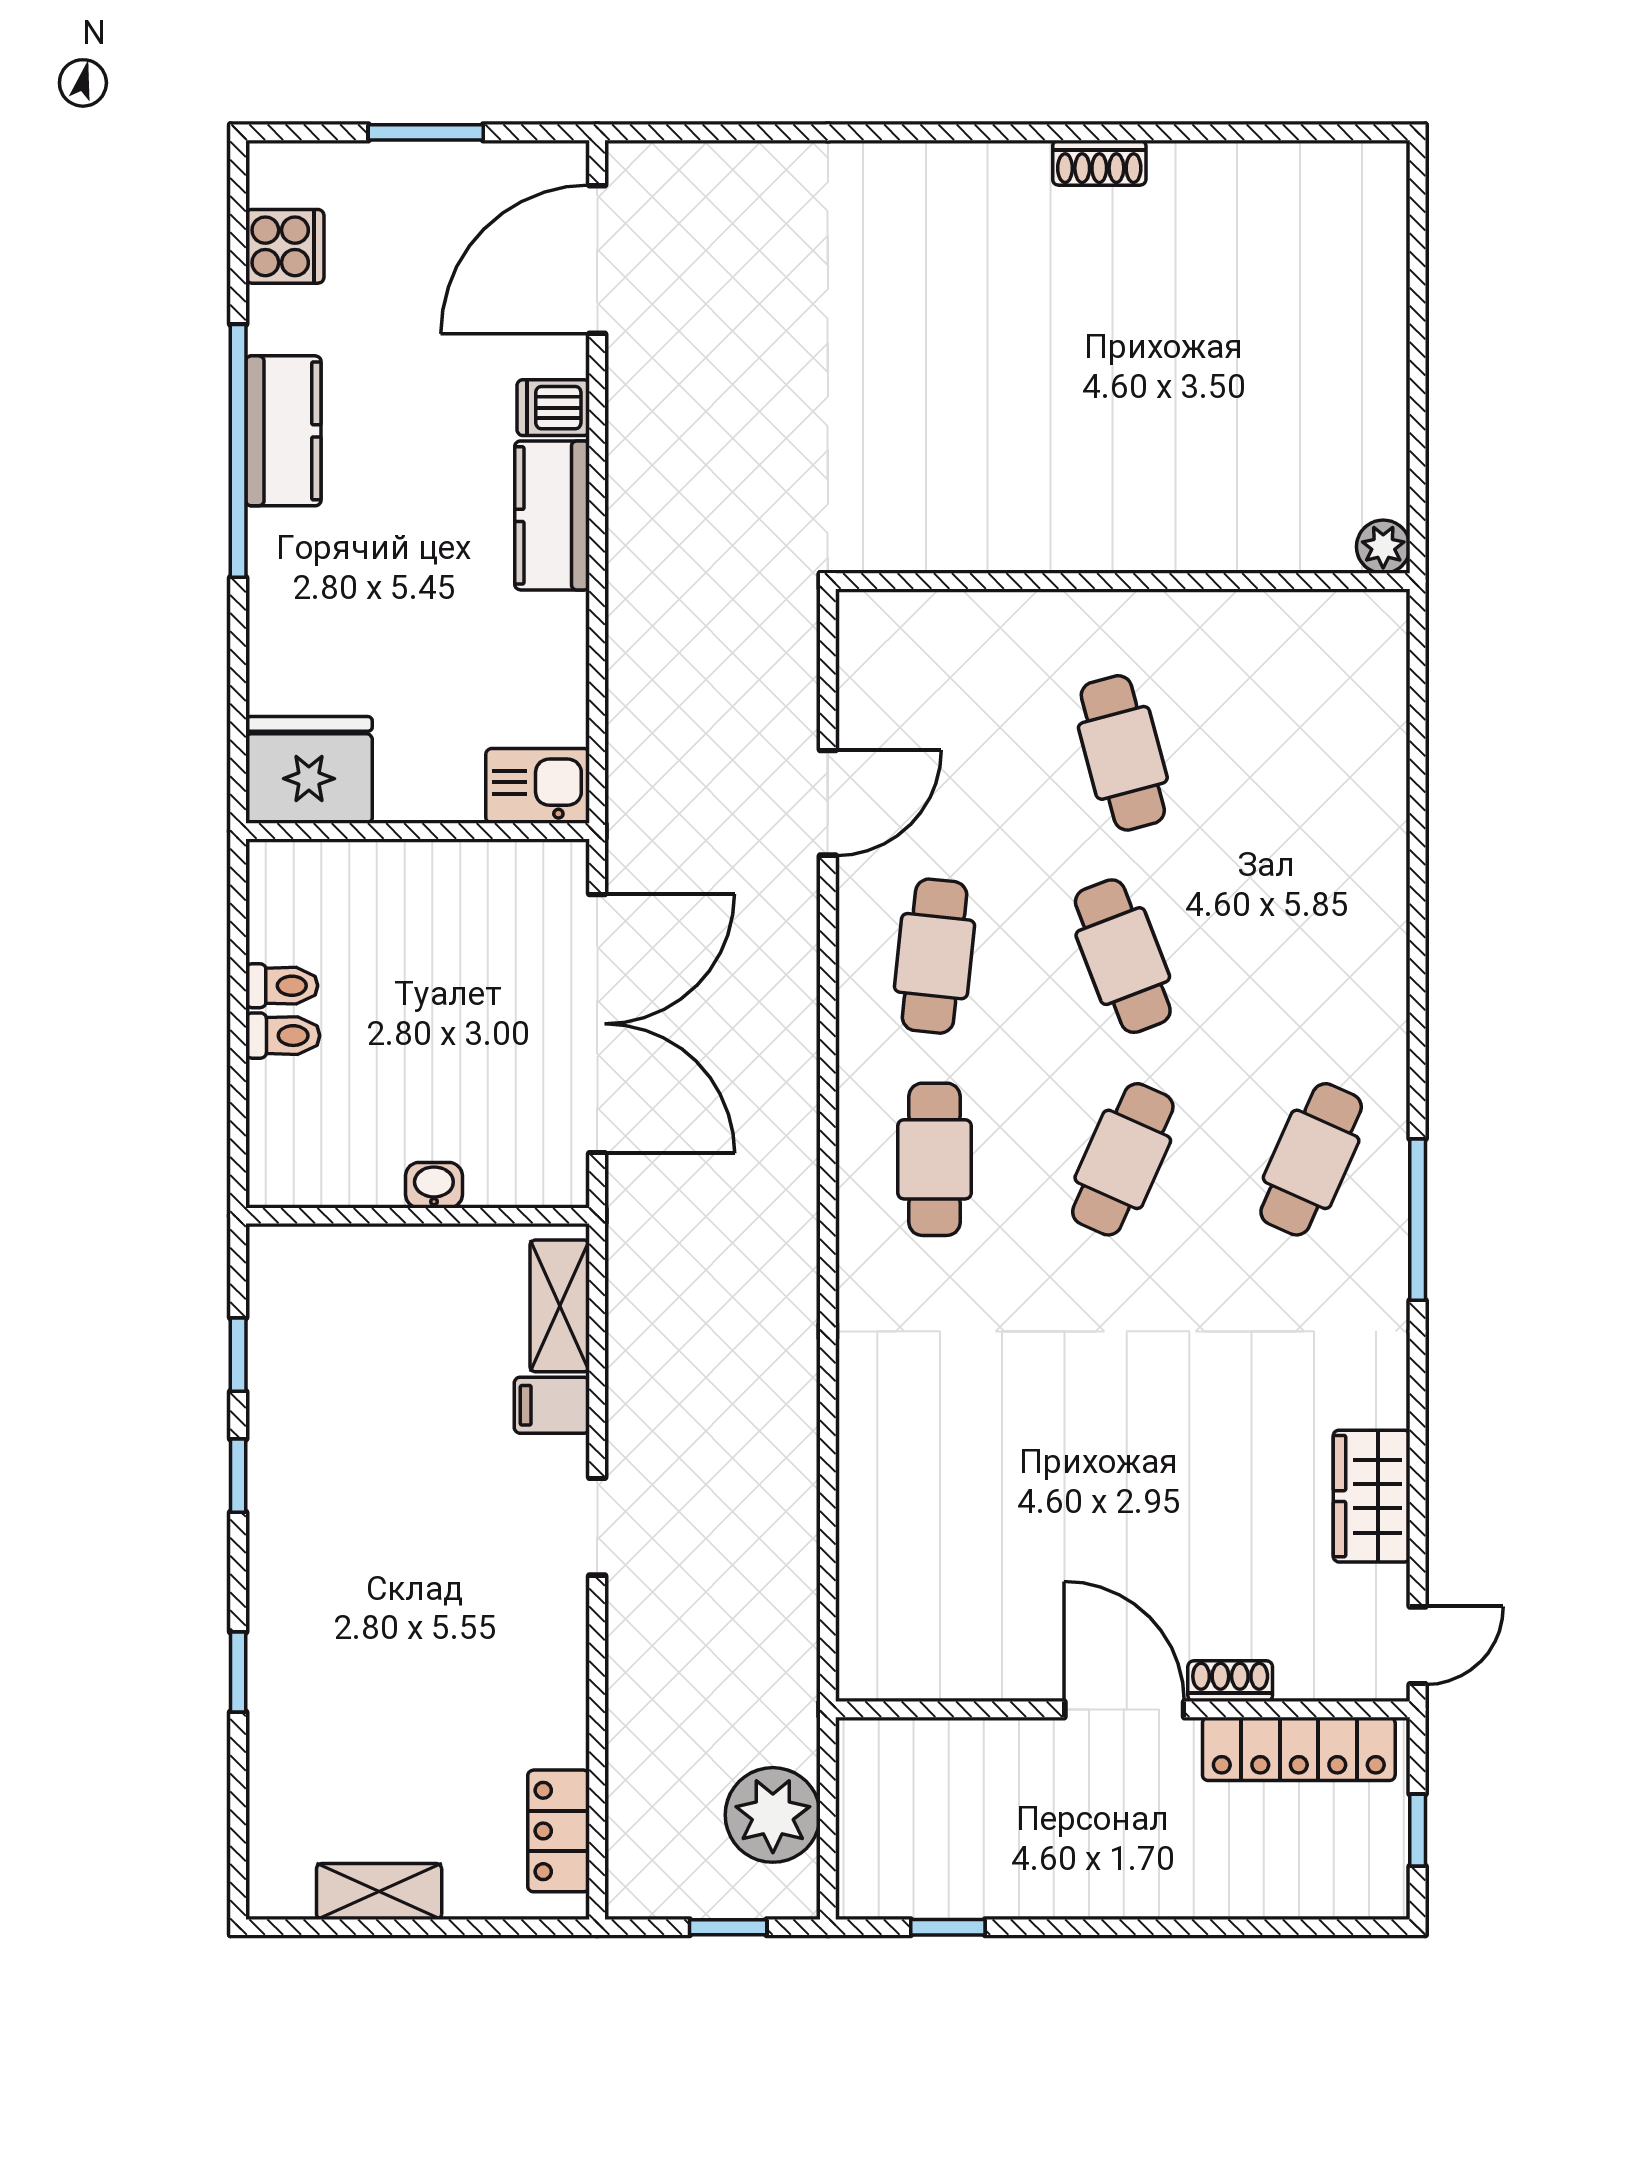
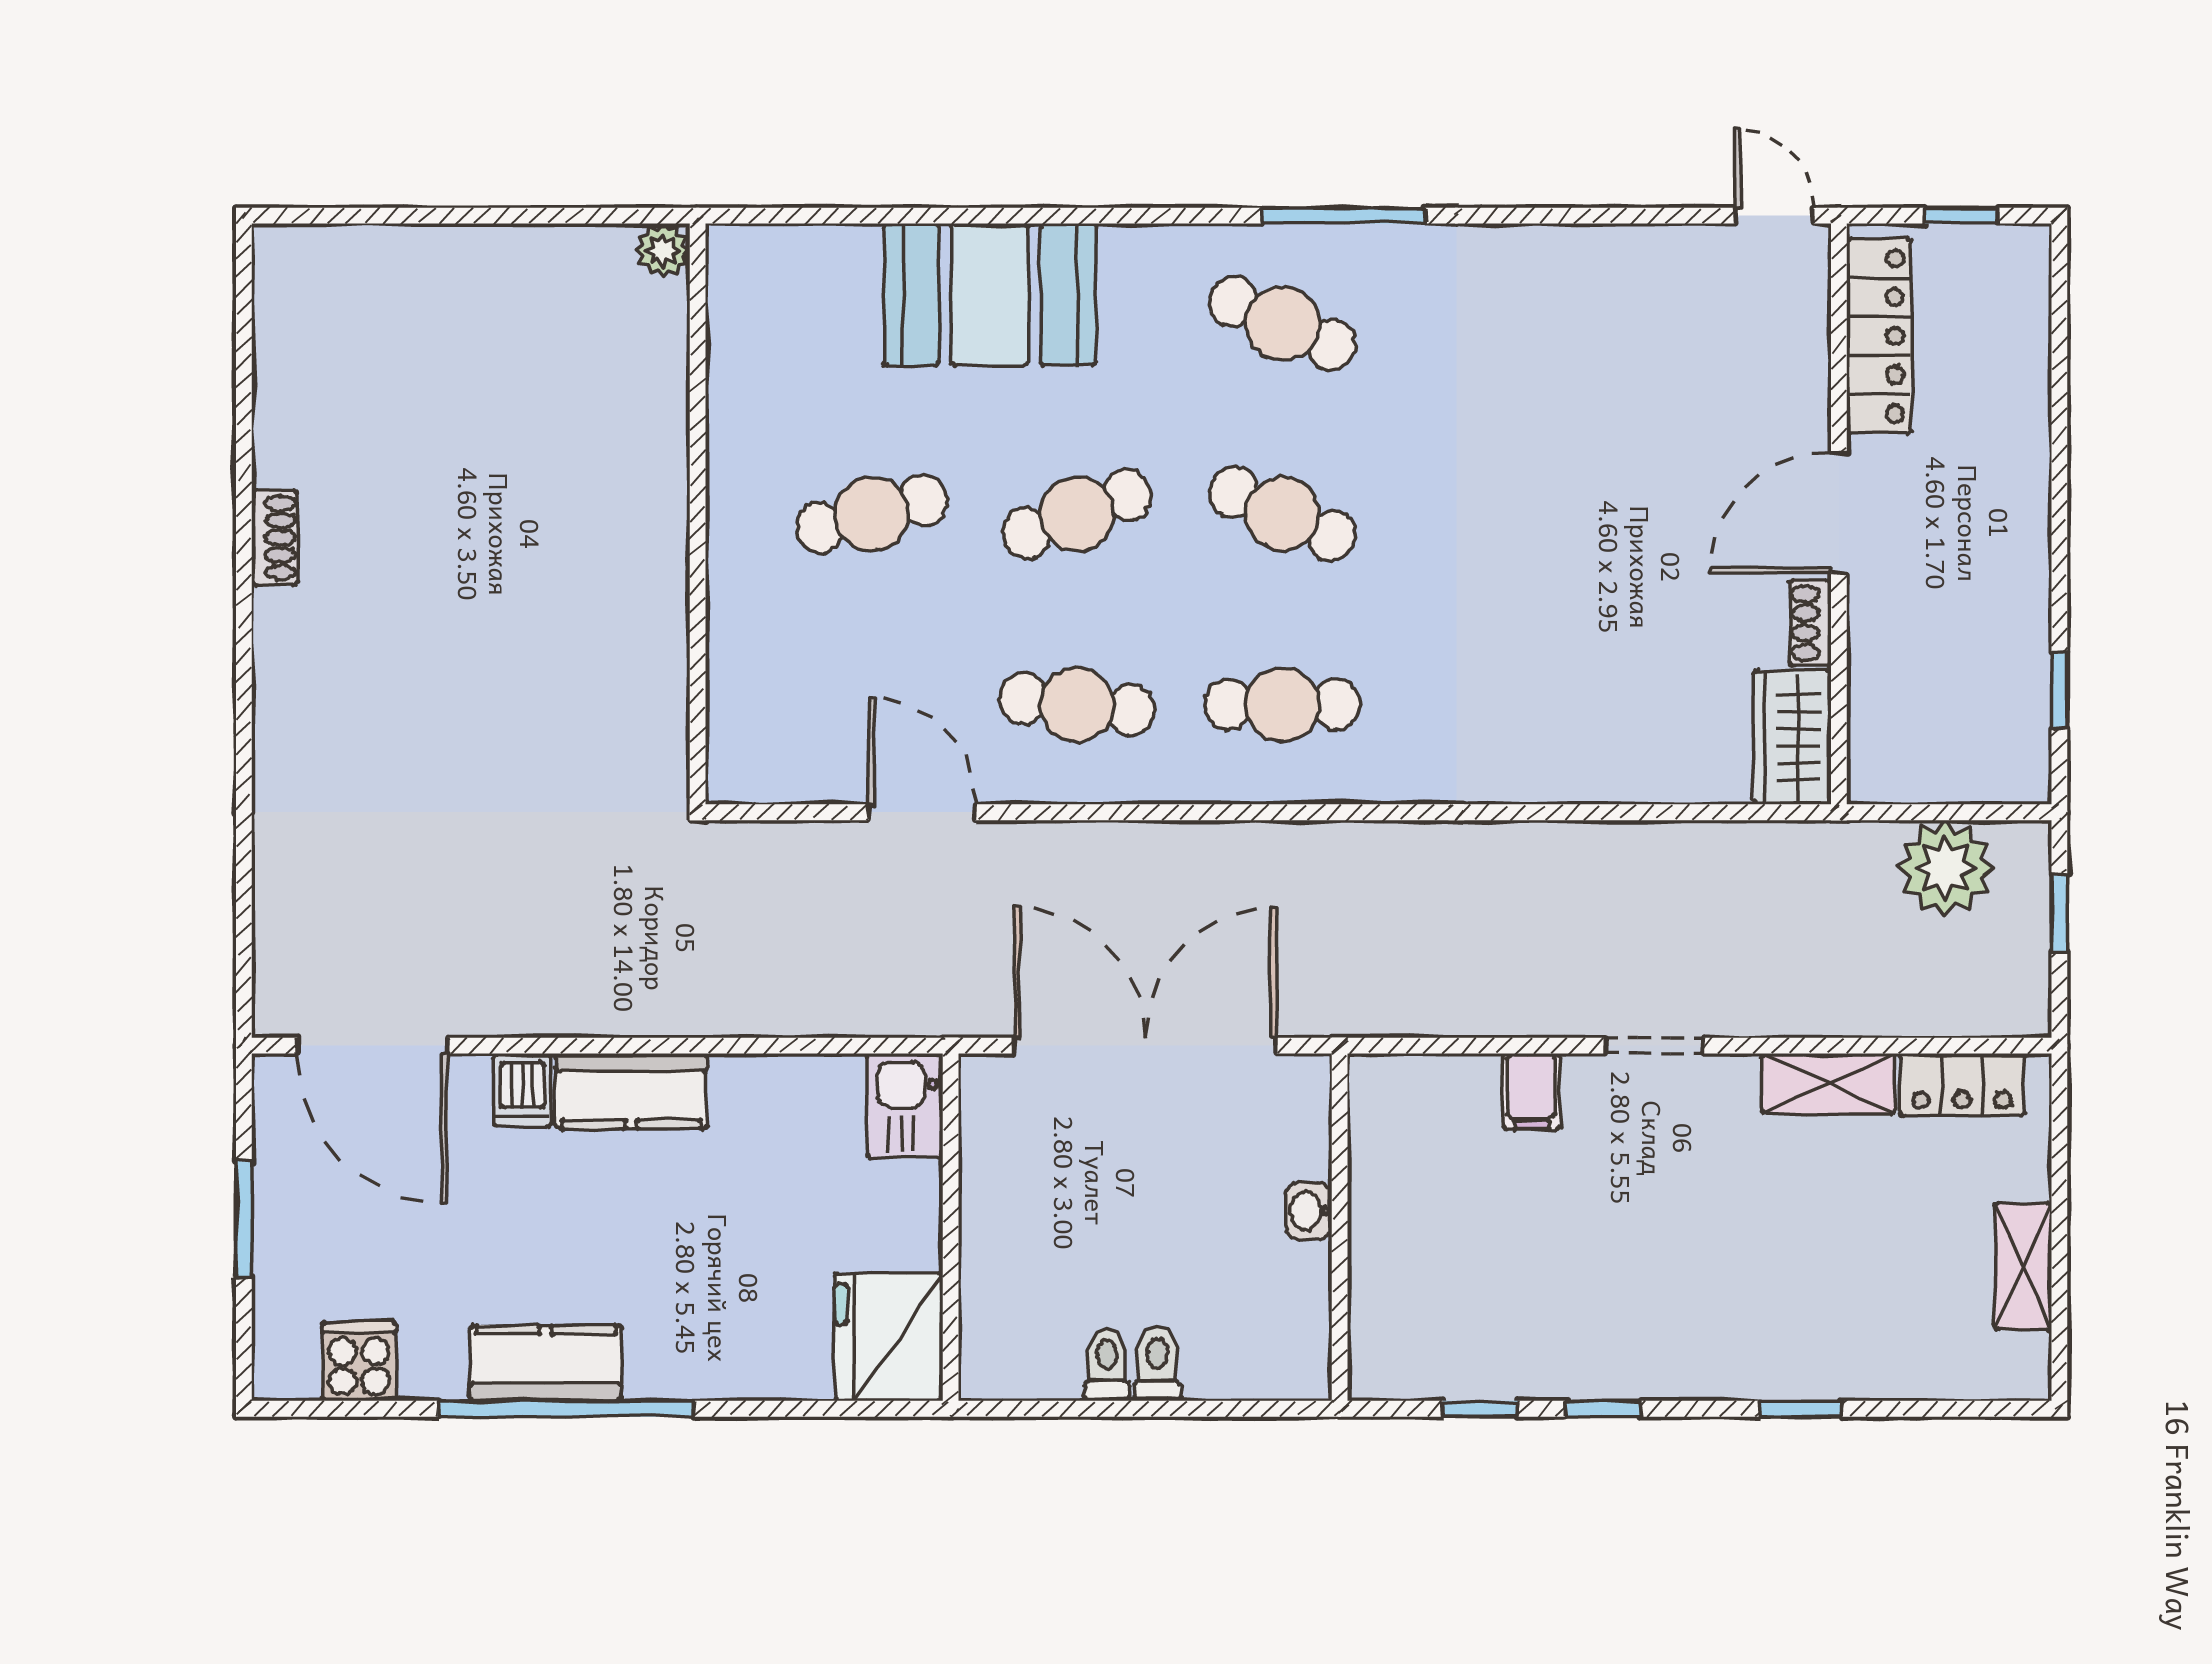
booth: (1340, 870) -> (990, 295), added
shelving: (560, 1306) -> (1828, 1083), moved
wardrobe: (1372, 1496) -> (1792, 738), moved, turned 90
shoe rack: (1230, 1681) -> (1810, 623), moved

